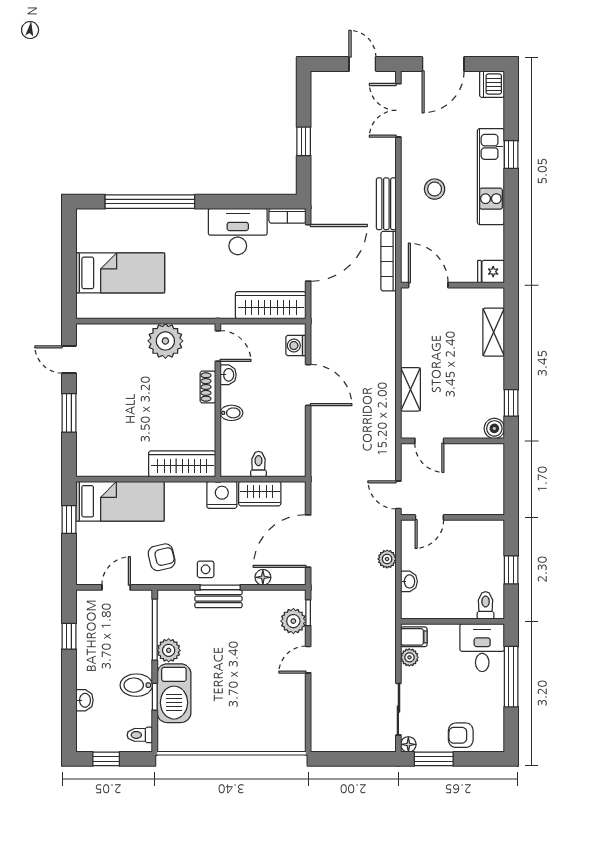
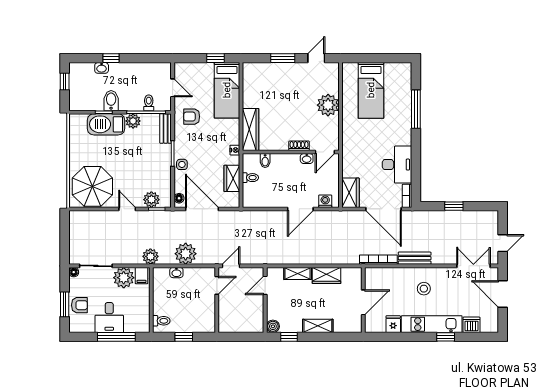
dishwasher: (492, 84) -> (471, 325), moved
window: (150, 202) -> (416, 109), width x0.68
fridge: (491, 272) -> (393, 324), moved
door: (428, 285) -> (363, 302), moved
wardrobe: (271, 305) -> (351, 193), width x0.67
shelving: (494, 332) -> (318, 326), moved
plant: (165, 341) -> (328, 105), moved
wardrobe: (414, 343) -> (327, 275), added
bidet: (231, 413) -> (265, 161), moved
nightstand: (222, 495) -> (235, 150), width x0.53, depth x0.56
door: (429, 517) -> (217, 285), swing flipped
armchair: (162, 557) -> (192, 117), turned 103
plant: (387, 559) -> (186, 254), width x1.87, depth x1.87
side table: (206, 569) -> (182, 164), moved
floor lamp: (263, 577) -> (179, 198), moved
bench: (218, 599) -> (166, 129), moved
plant: (384, 623) -> (150, 256), added
window: (69, 636) -> (111, 58), moved
desk: (482, 648) -> (109, 318), moved, turned 90
plant: (409, 657) -> (124, 278), width x1.87, depth x1.87
parasol: (272, 715) -> (92, 186), added
toilet: (140, 735) -> (149, 103), moved
armchair: (461, 735) -> (79, 305), turned 90
window: (434, 759) -> (65, 304), moved

